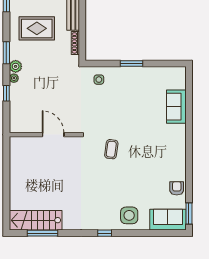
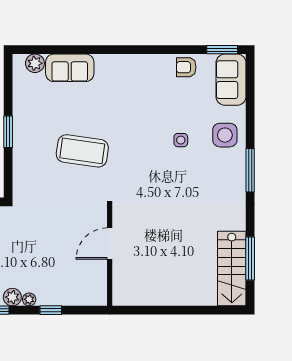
side table: (99, 80) -> (181, 140), moved
plant: (179, 82) -> (35, 63), added
coffee table: (111, 149) -> (82, 151), moved, width x1.86, depth x1.72
window: (105, 233) -> (250, 170), width x2.17

